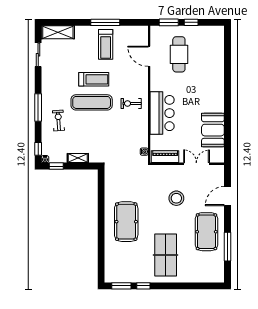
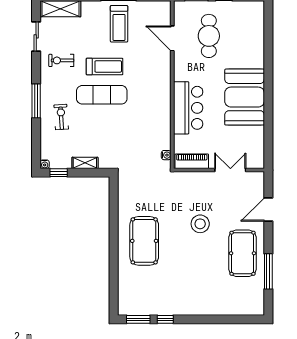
exercise bike: (131, 104) -> (61, 60), moved
booth: (213, 130) -> (245, 97), moved, width x1.36, depth x1.42
window: (38, 149) -> (36, 152), removed
stool: (176, 198) -> (200, 224), moved
table tennis table: (166, 255) -> (192, 282), removed

